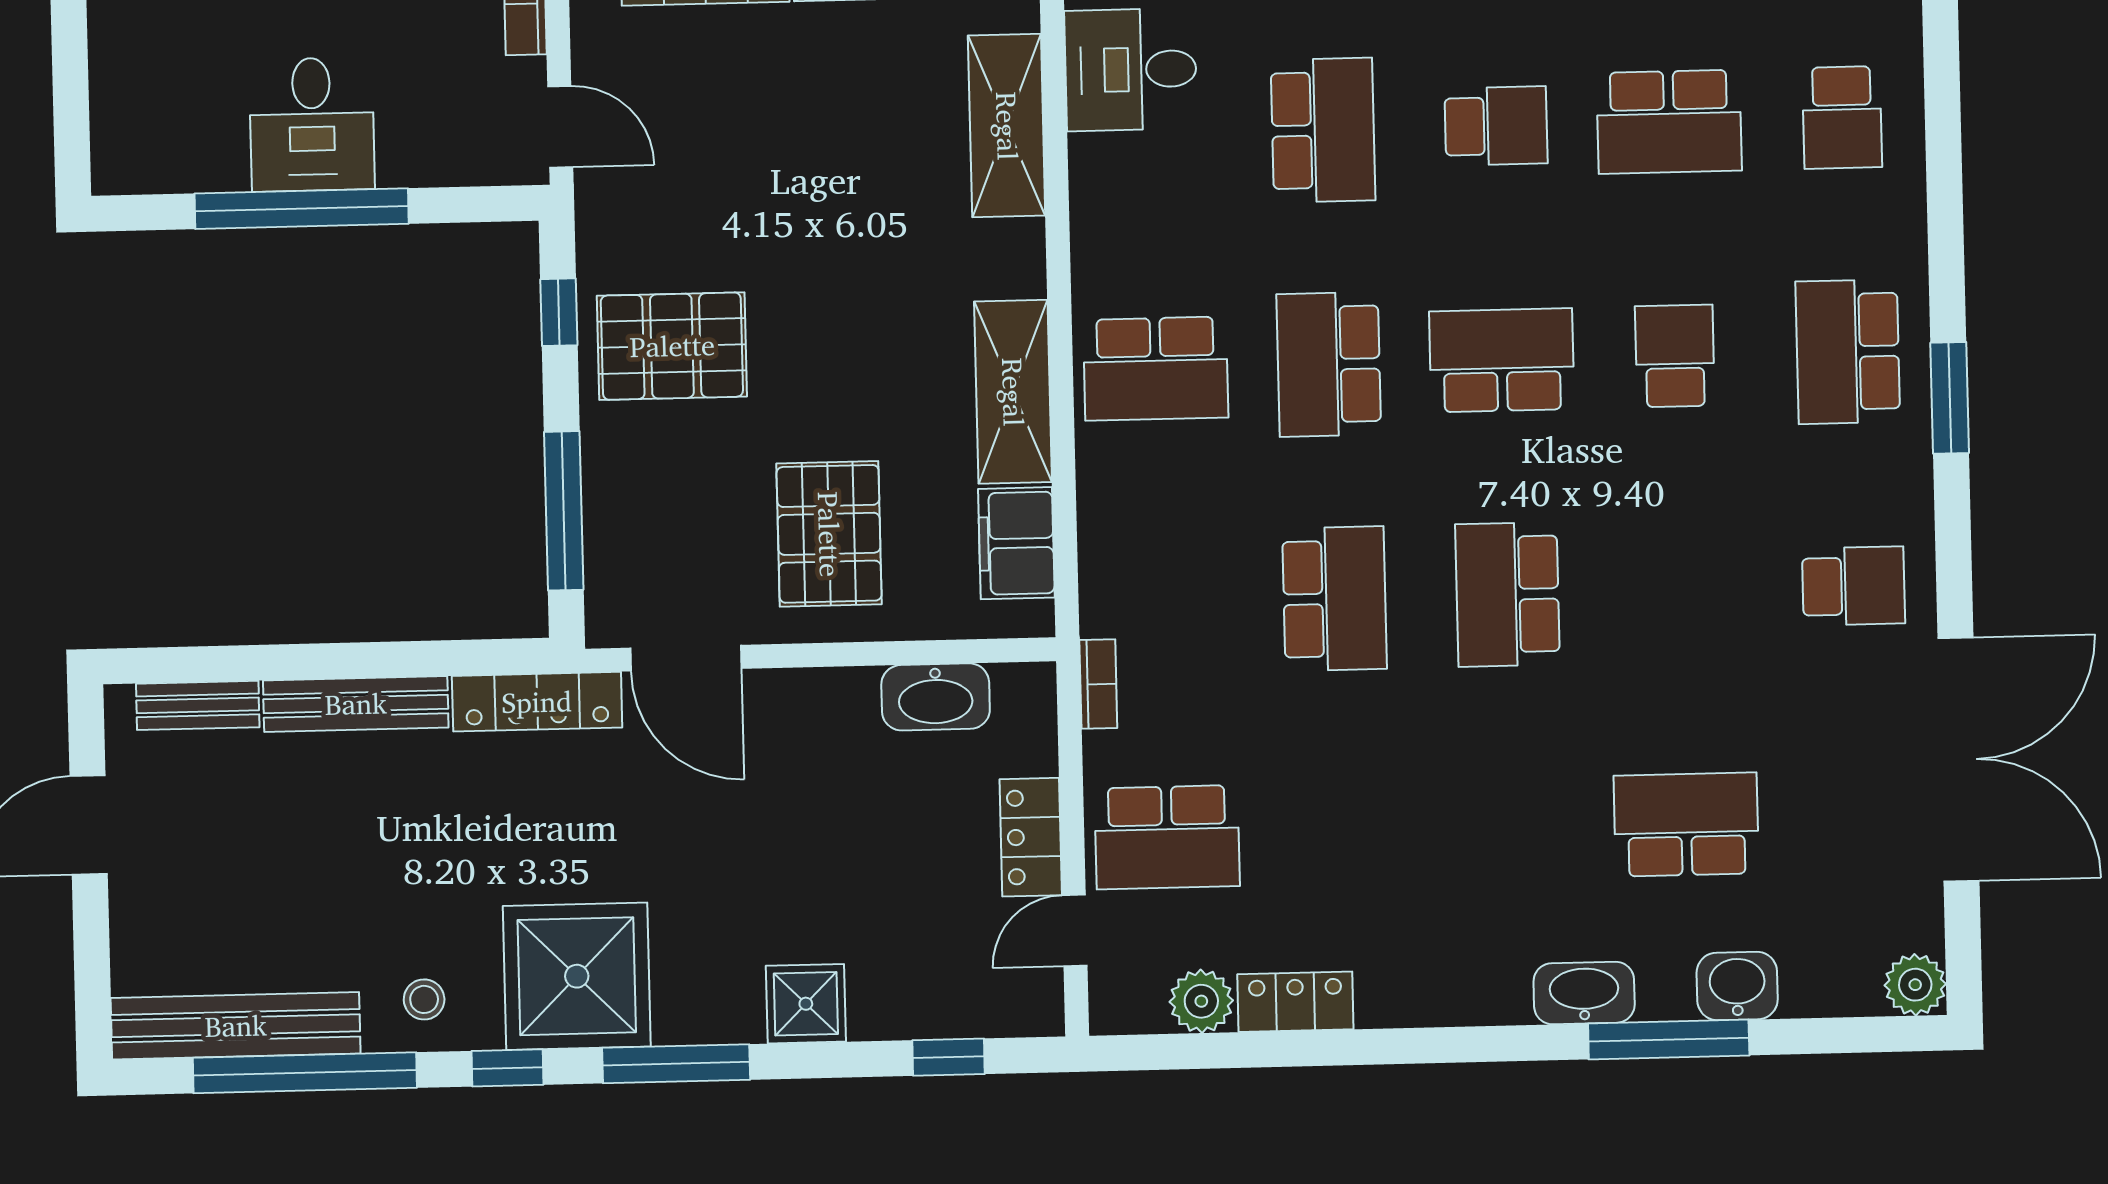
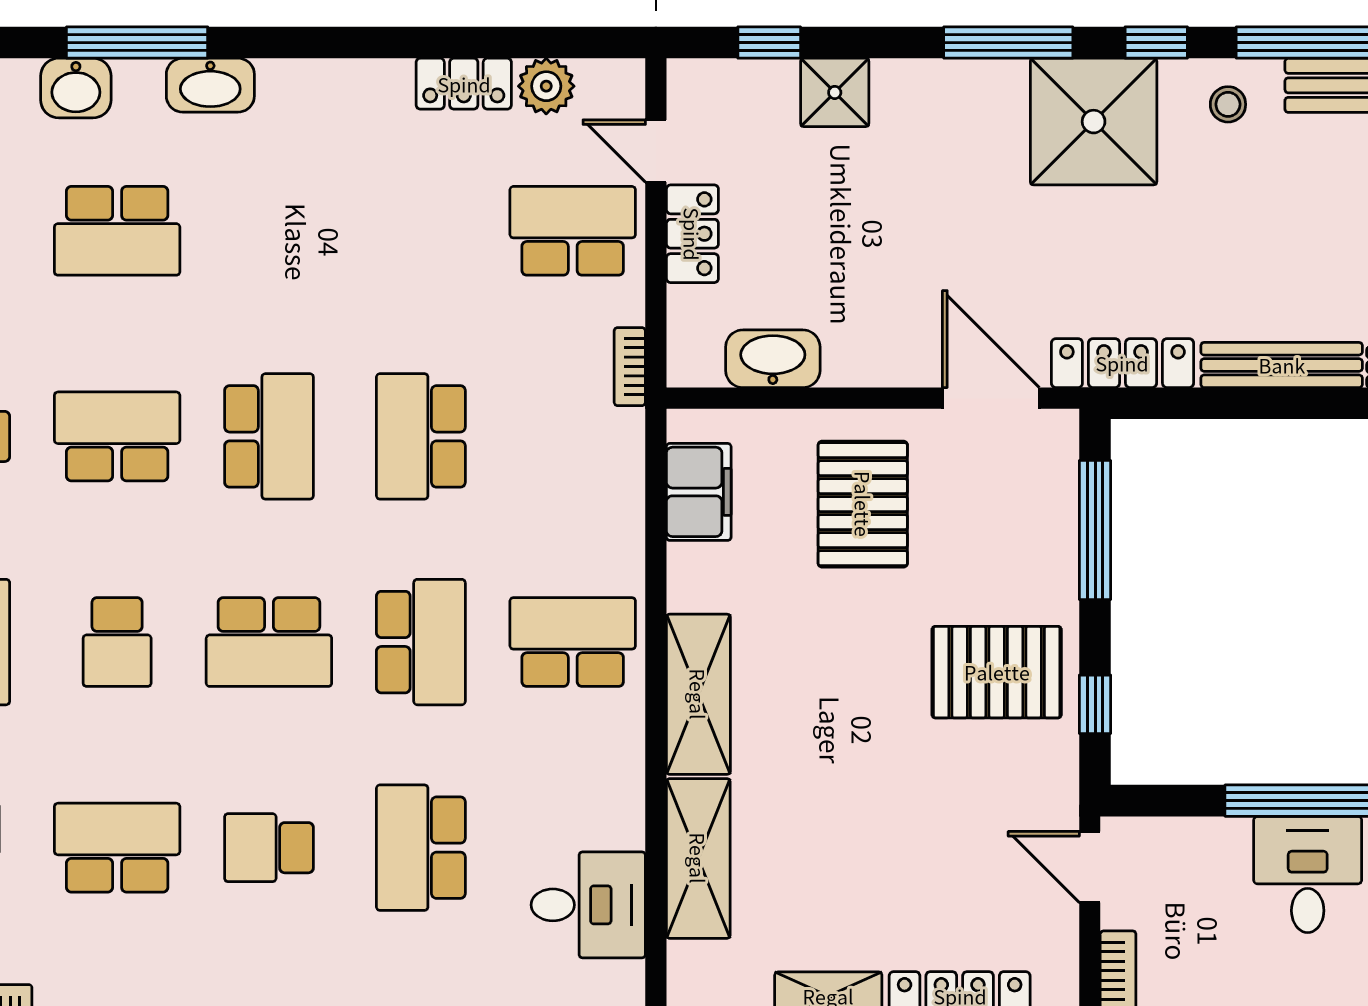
shelving: (1013, 392) -> (698, 694), moved
school desk: (1680, 590) -> (117, 436), added
door: (1075, 931) -> (656, 151), swing flipped
shower: (806, 1004) -> (835, 92), moved

